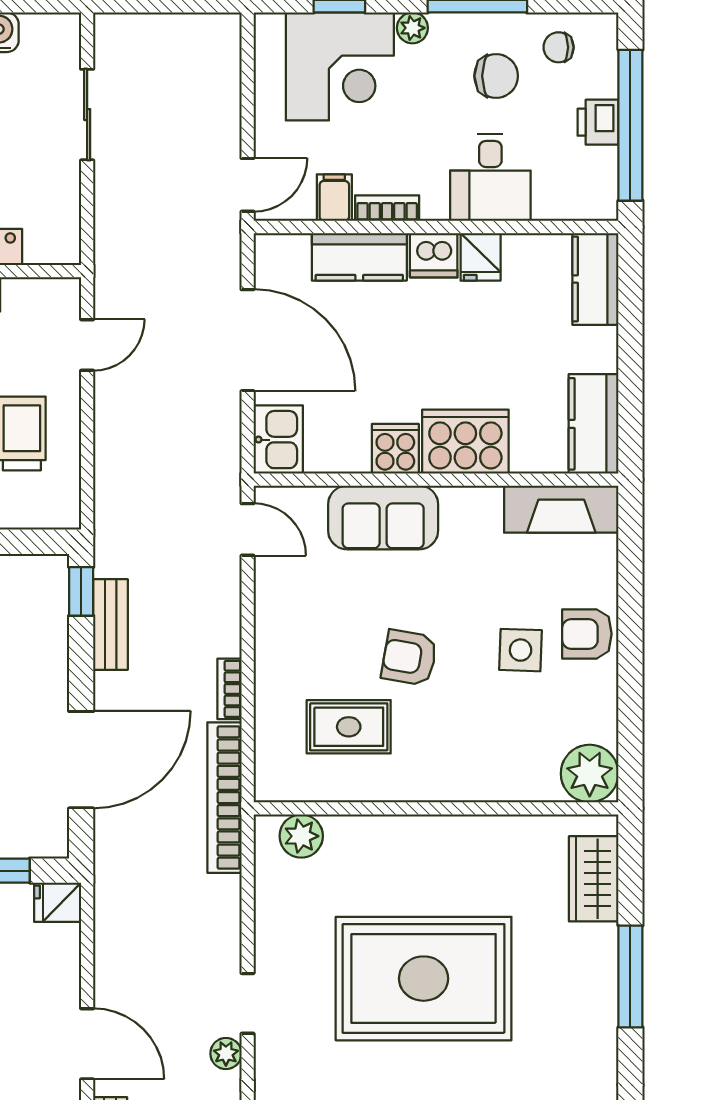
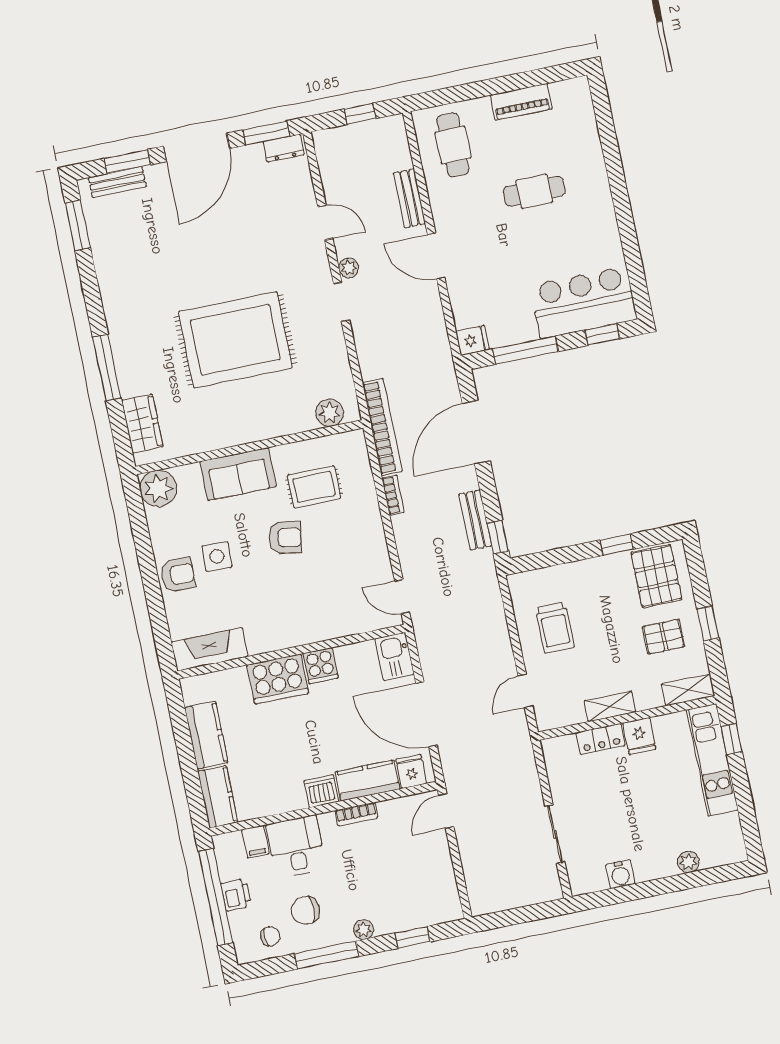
corner desk: (340, 66) -> (404, 896), removed
filing cabinet: (334, 198) -> (255, 842), moved
fridge: (481, 257) -> (411, 771), moved
kitchen counter: (594, 424) -> (206, 735), moved
sofa: (383, 517) -> (238, 474), moved, turned 180

